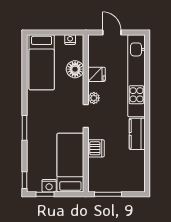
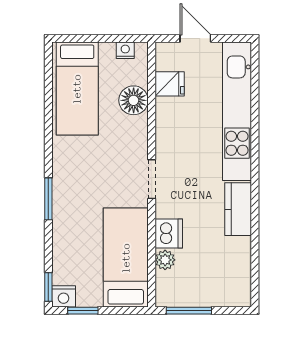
fridge: (96, 74) -> (170, 84), moved
plant: (94, 98) -> (165, 260), moved
nightstand: (49, 186) -> (64, 296), moved

